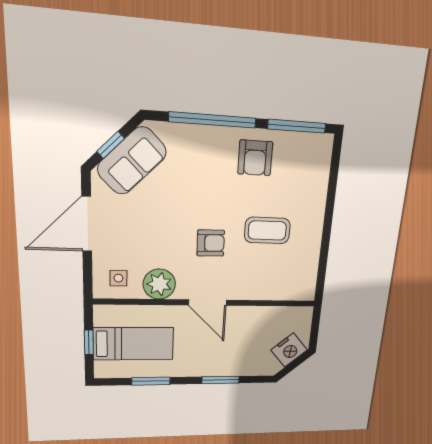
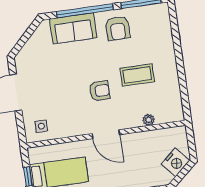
window: (111, 145) -> (24, 39), removed
sofa: (132, 161) -> (73, 28), moved, turned 45
plant: (159, 284) -> (149, 120), moved, width x0.53, depth x0.53

